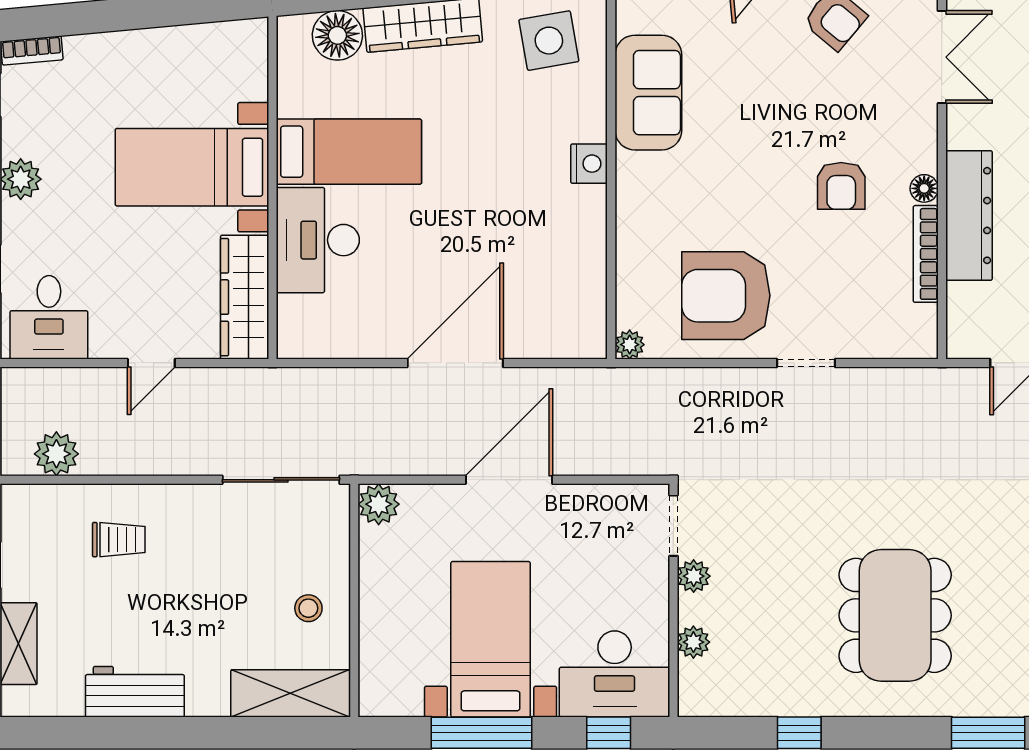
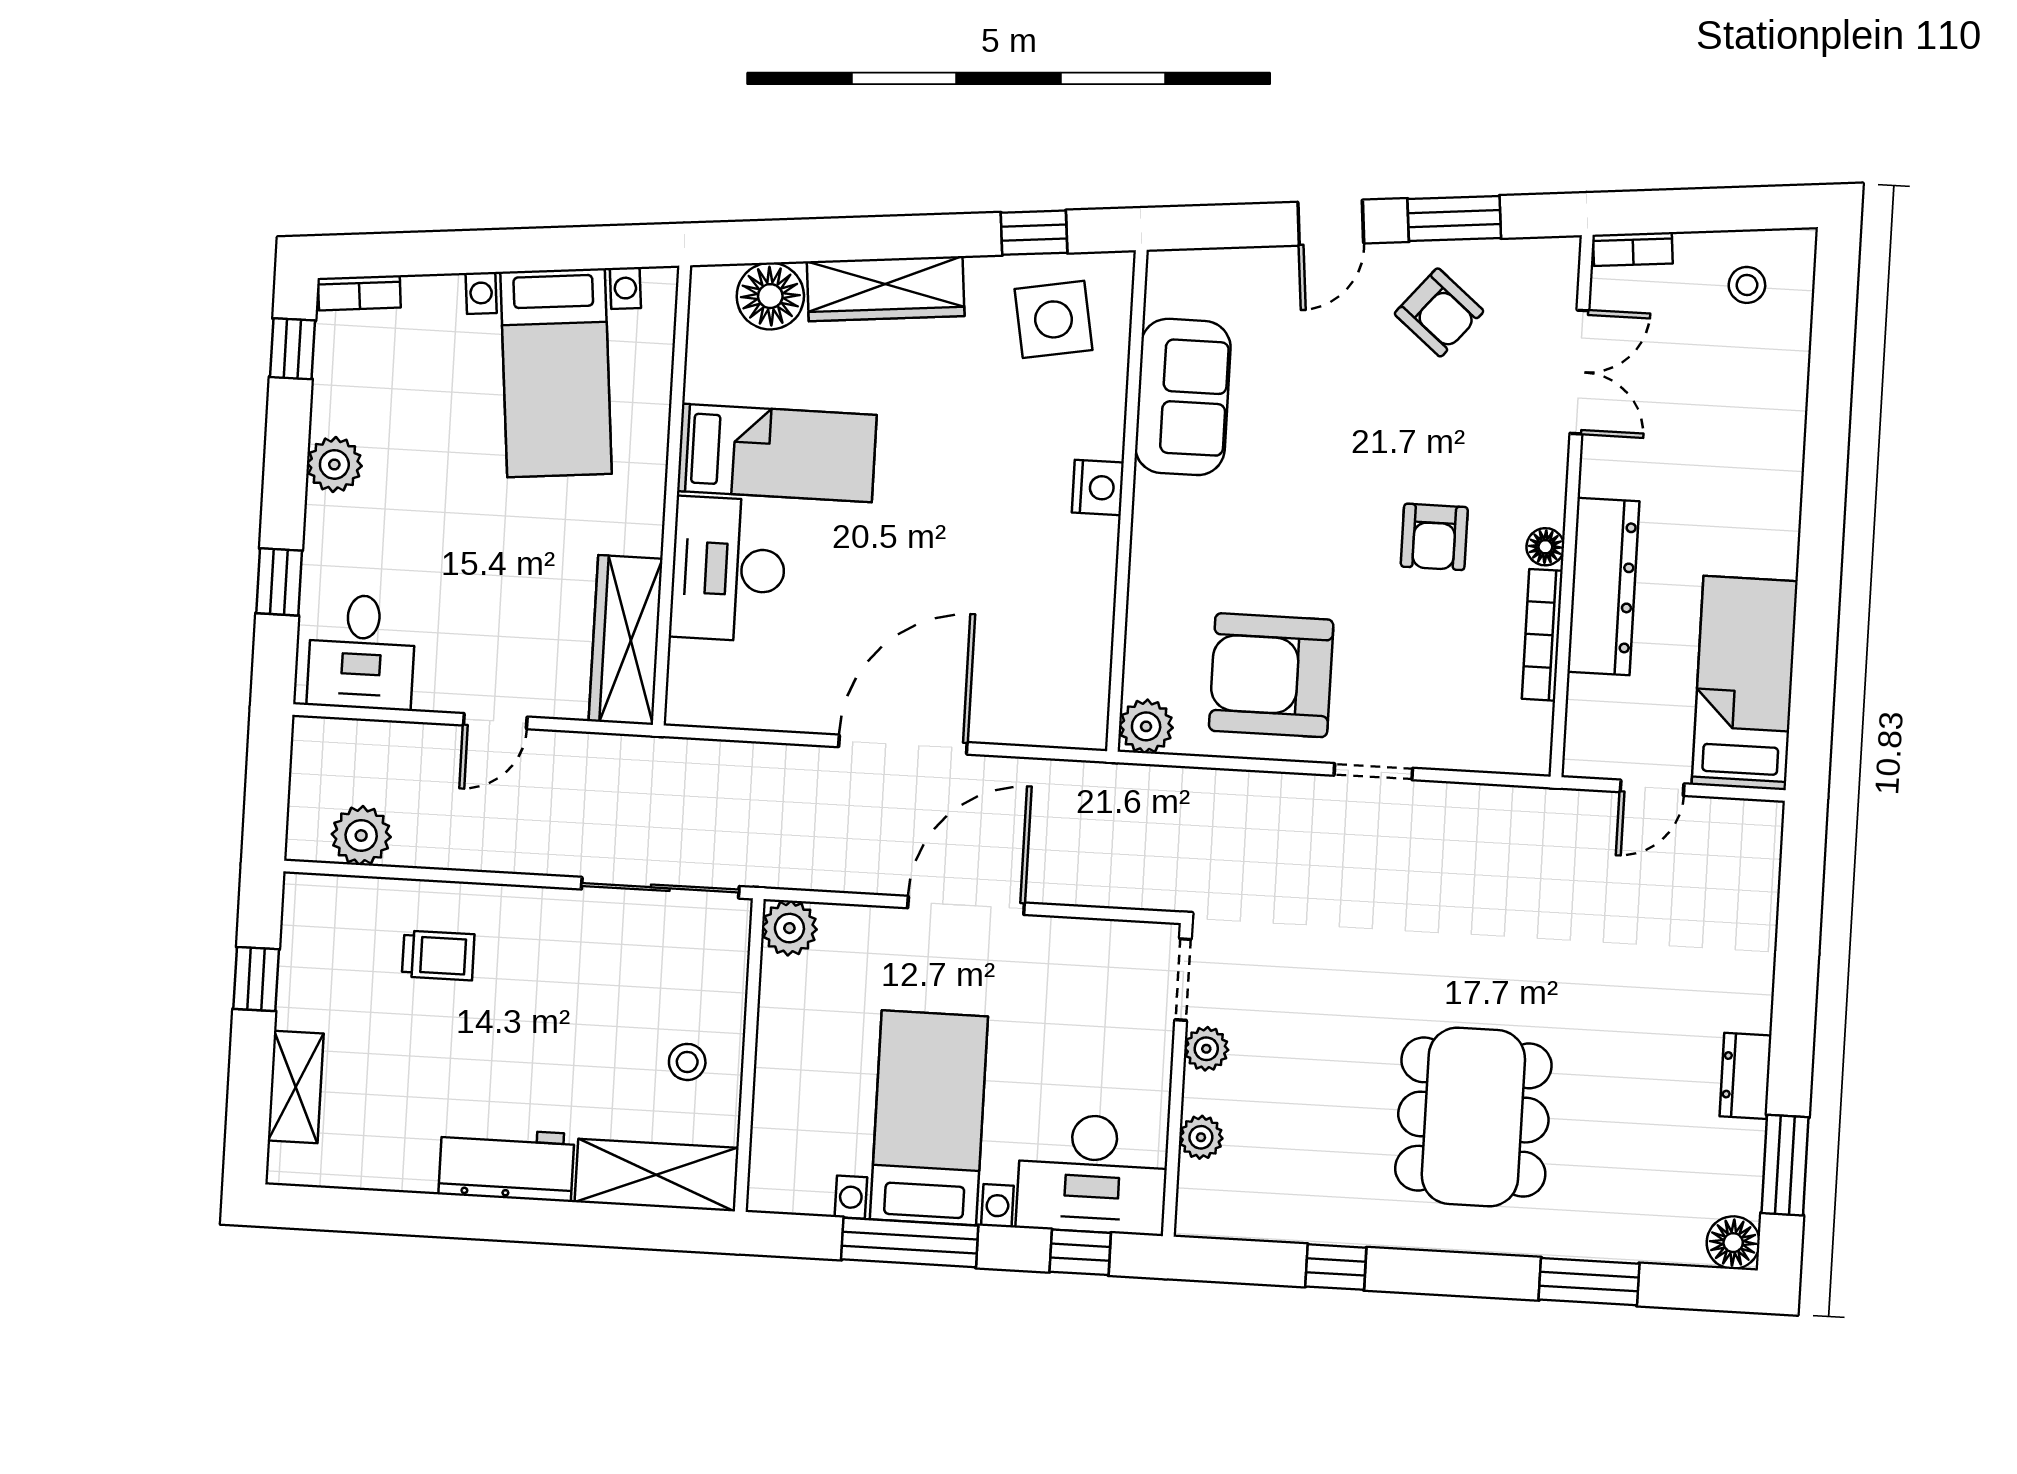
bed with nightstands: (192, 167) -> (556, 373), moved, turned -95
plant: (630, 345) -> (1146, 726), width x1.38, depth x1.38
workbench: (135, 692) -> (506, 1164), moved

